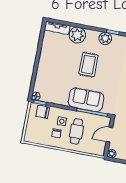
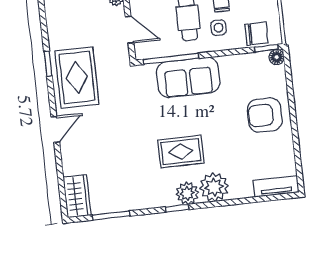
plant: (77, 35) -> (214, 187), moved
rug: (88, 65) -> (181, 152), moved, turned 90
armchair: (52, 67) -> (265, 115), added
door: (109, 135) -> (129, 30), hinge flipped

